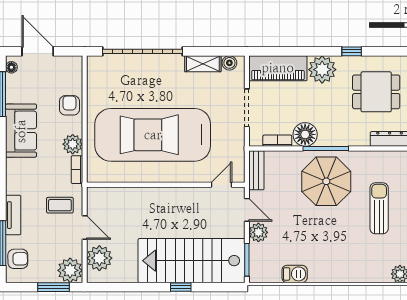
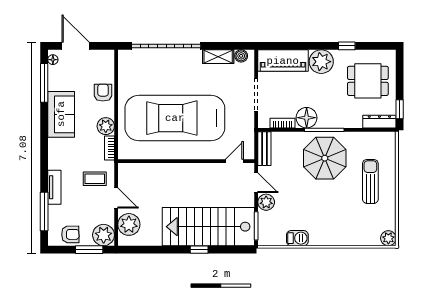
armchair: (18, 259) -> (70, 234), moved

